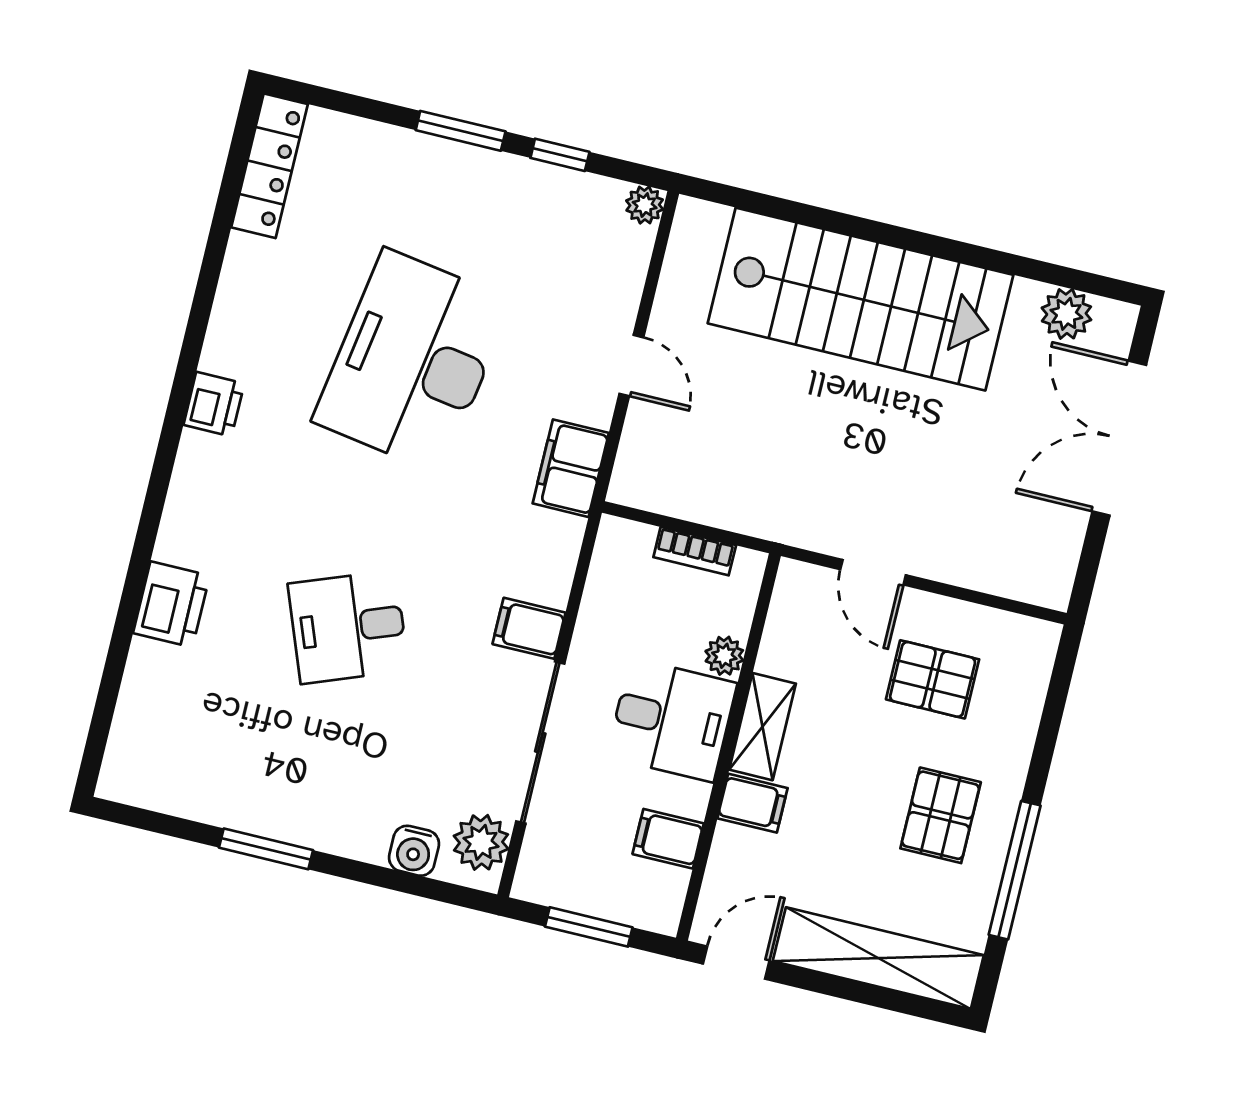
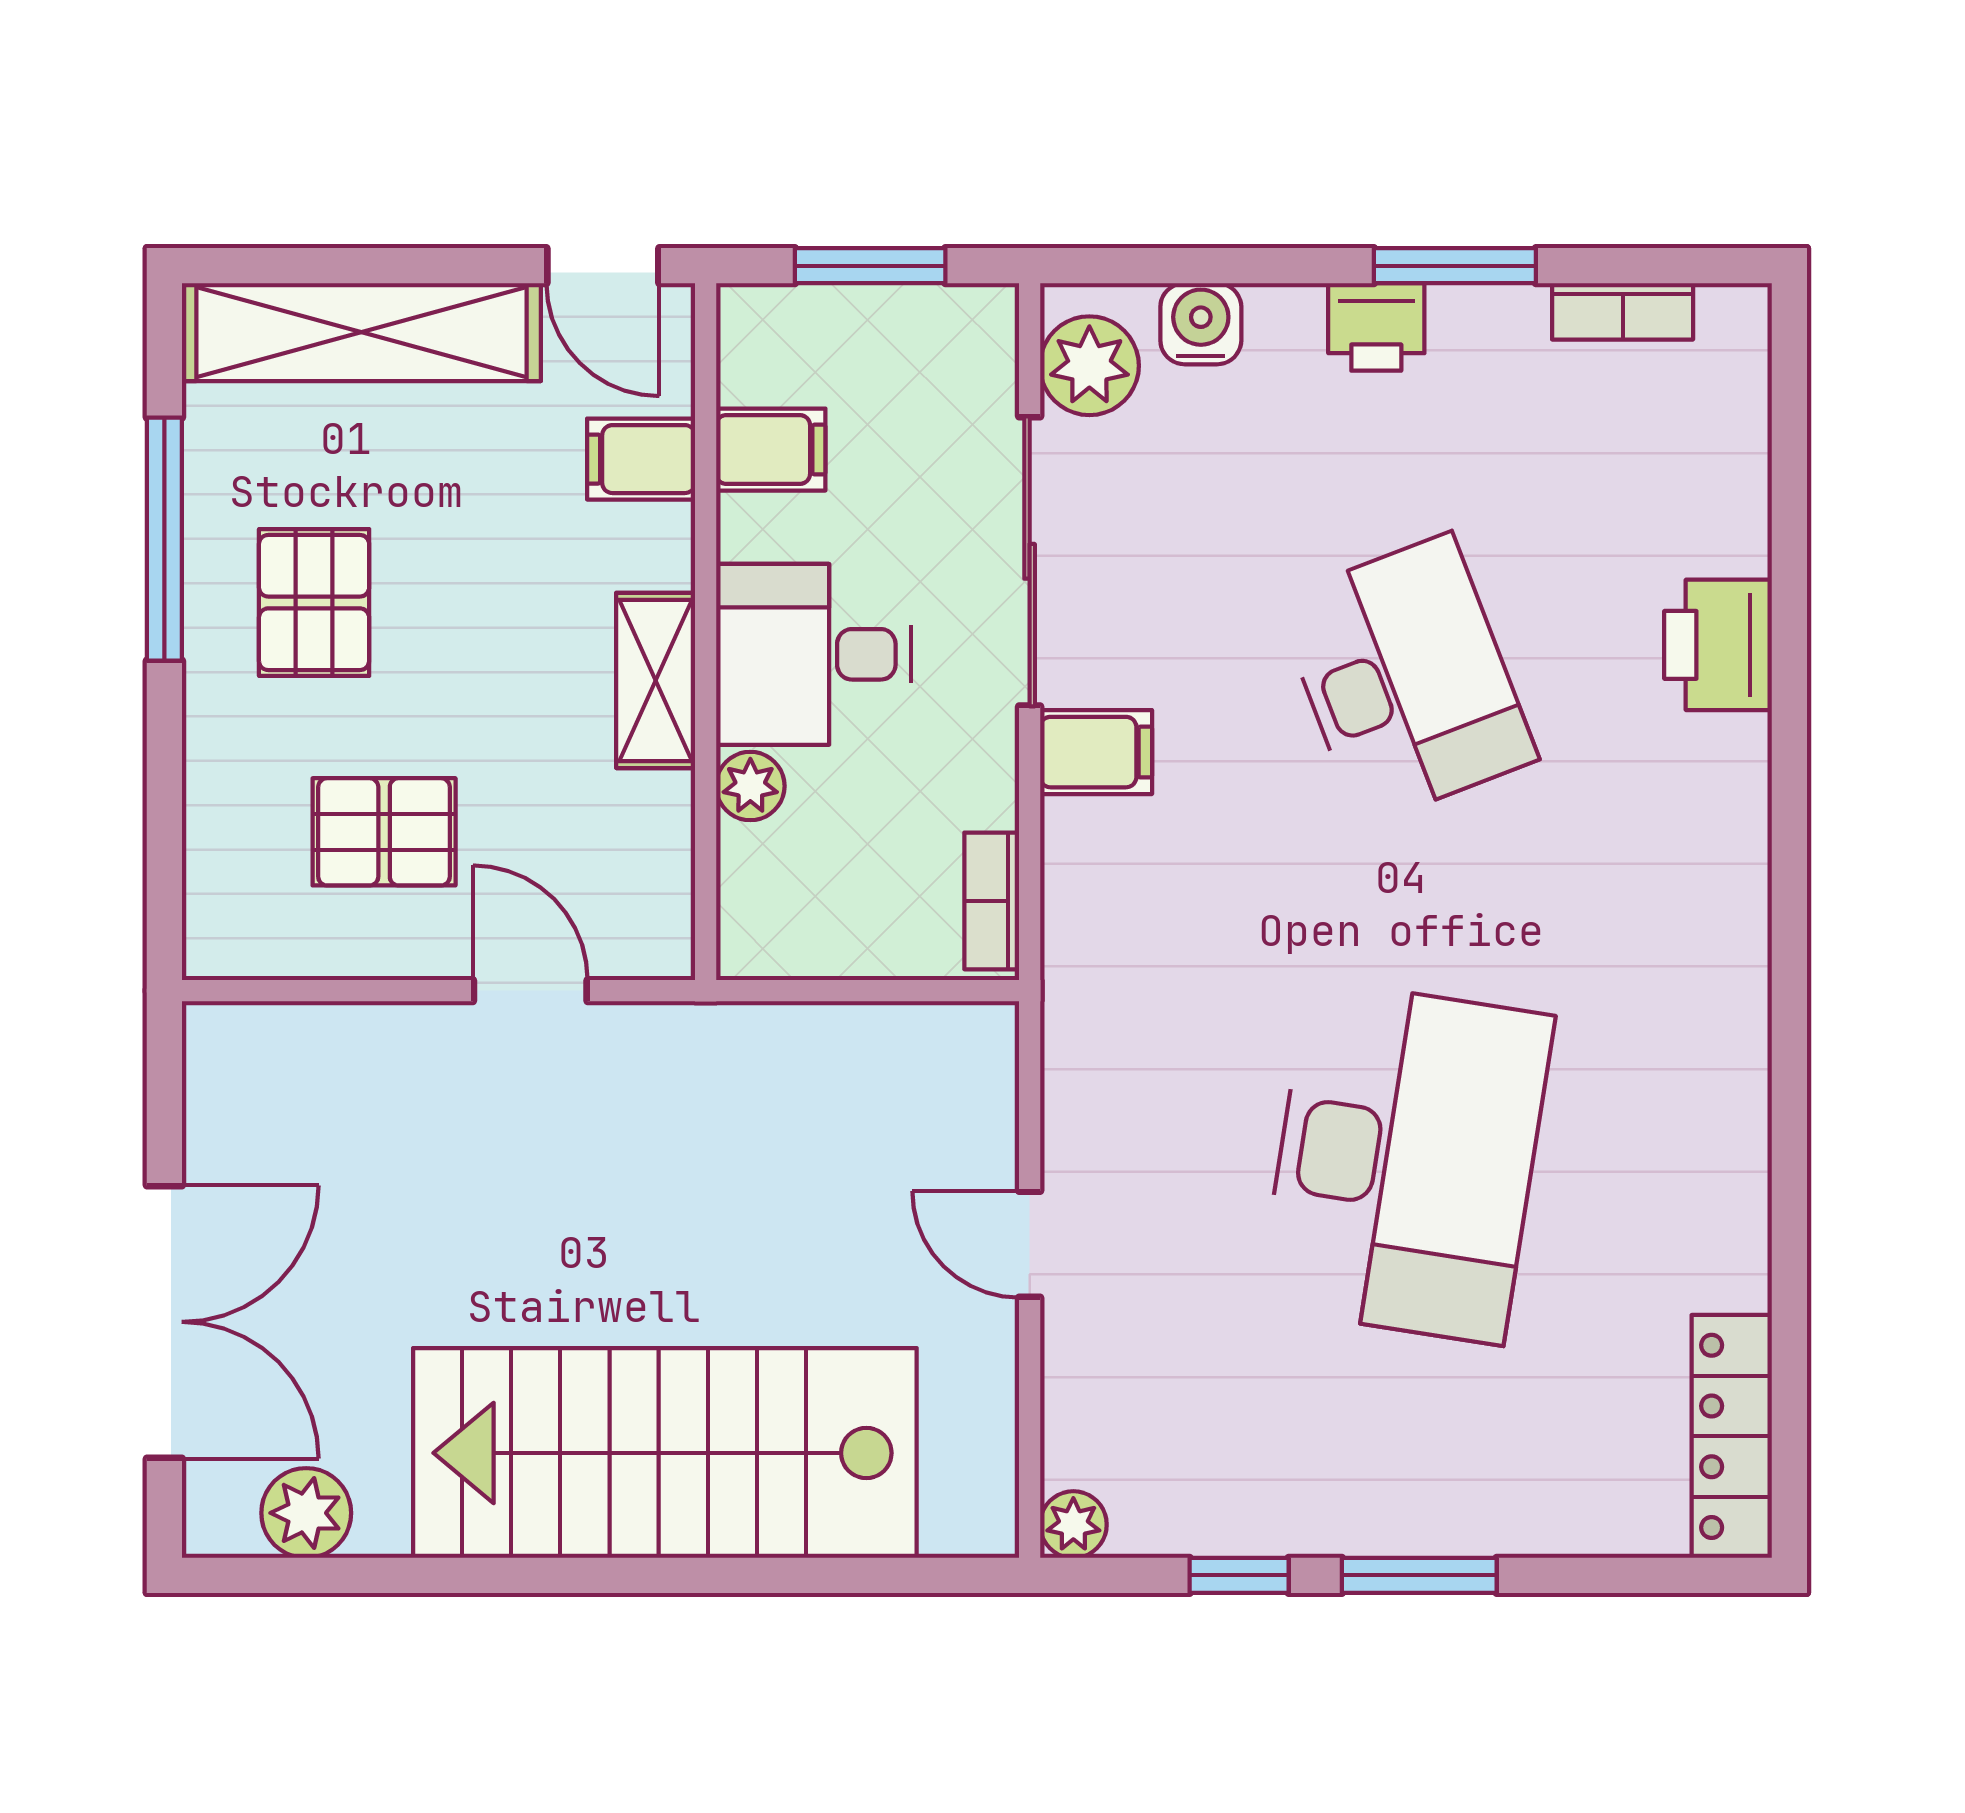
printer: (214, 404) -> (1376, 327), moved, turned -90
filing cabinet: (571, 468) -> (1091, 1044), removed
bookcase: (695, 551) -> (992, 901), moved, turned -90
desk: (348, 627) -> (1406, 680), width x1.37
bookcase: (180, 801) -> (1623, 311), added
filing cabinet: (752, 803) -> (641, 459), moved
door: (736, 963) -> (603, 266), hinge flipped

